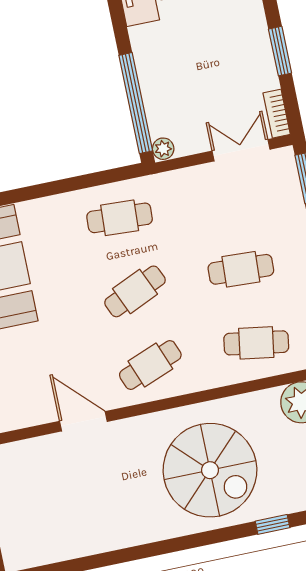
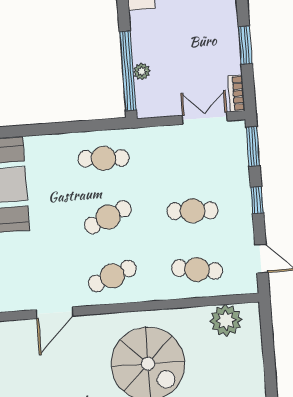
plant: (163, 149) -> (142, 71), moved
door: (83, 421) -> (55, 313), swing flipped

